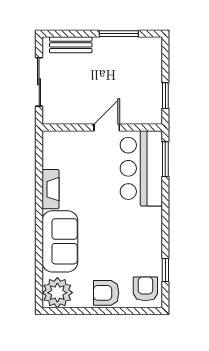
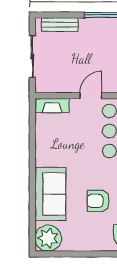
fireplace: (50, 189) -> (52, 106), moved, turned 90
armchair: (106, 293) -> (98, 201), moved

